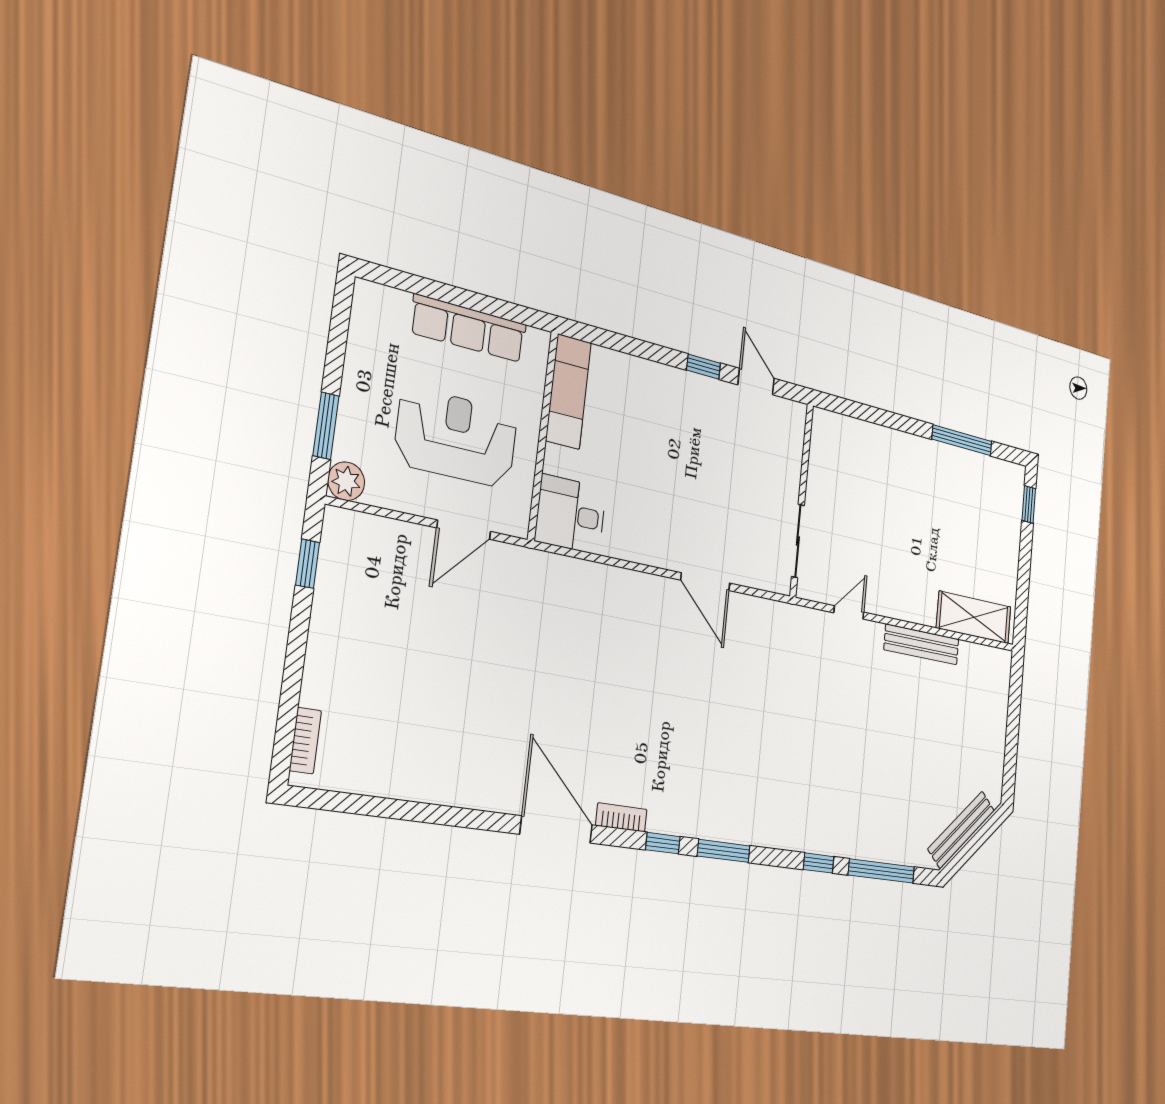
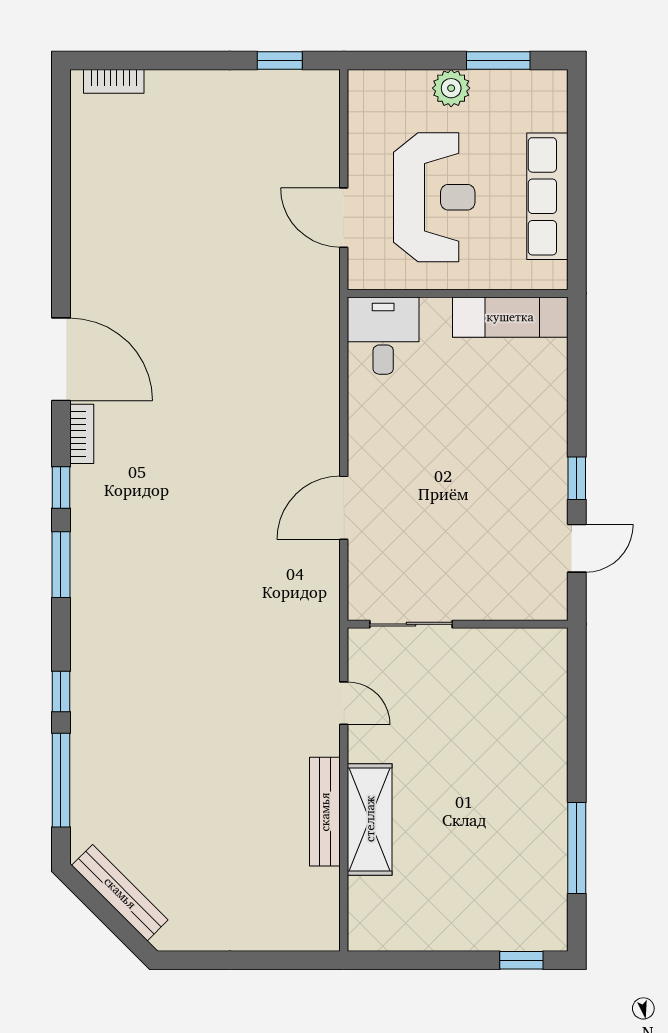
window: (326, 426) -> (498, 60), moved
plant: (346, 481) -> (451, 88), moved
shelving: (974, 617) -> (370, 819), moved
door: (556, 830) -> (61, 359), hinge flipped

